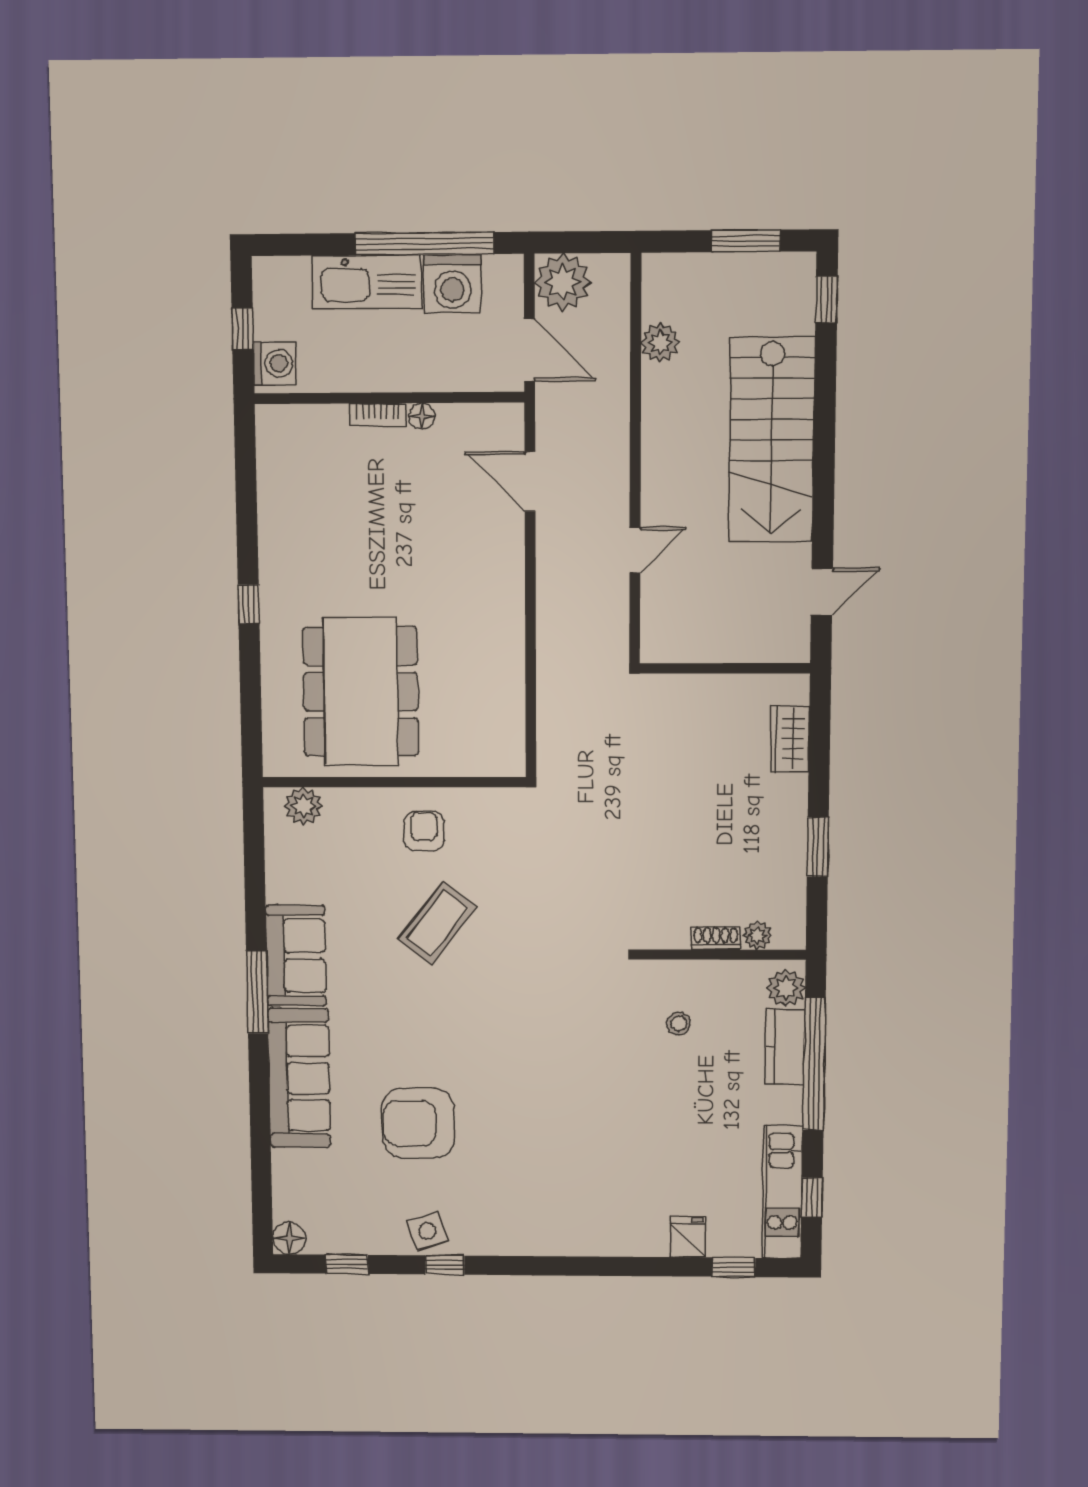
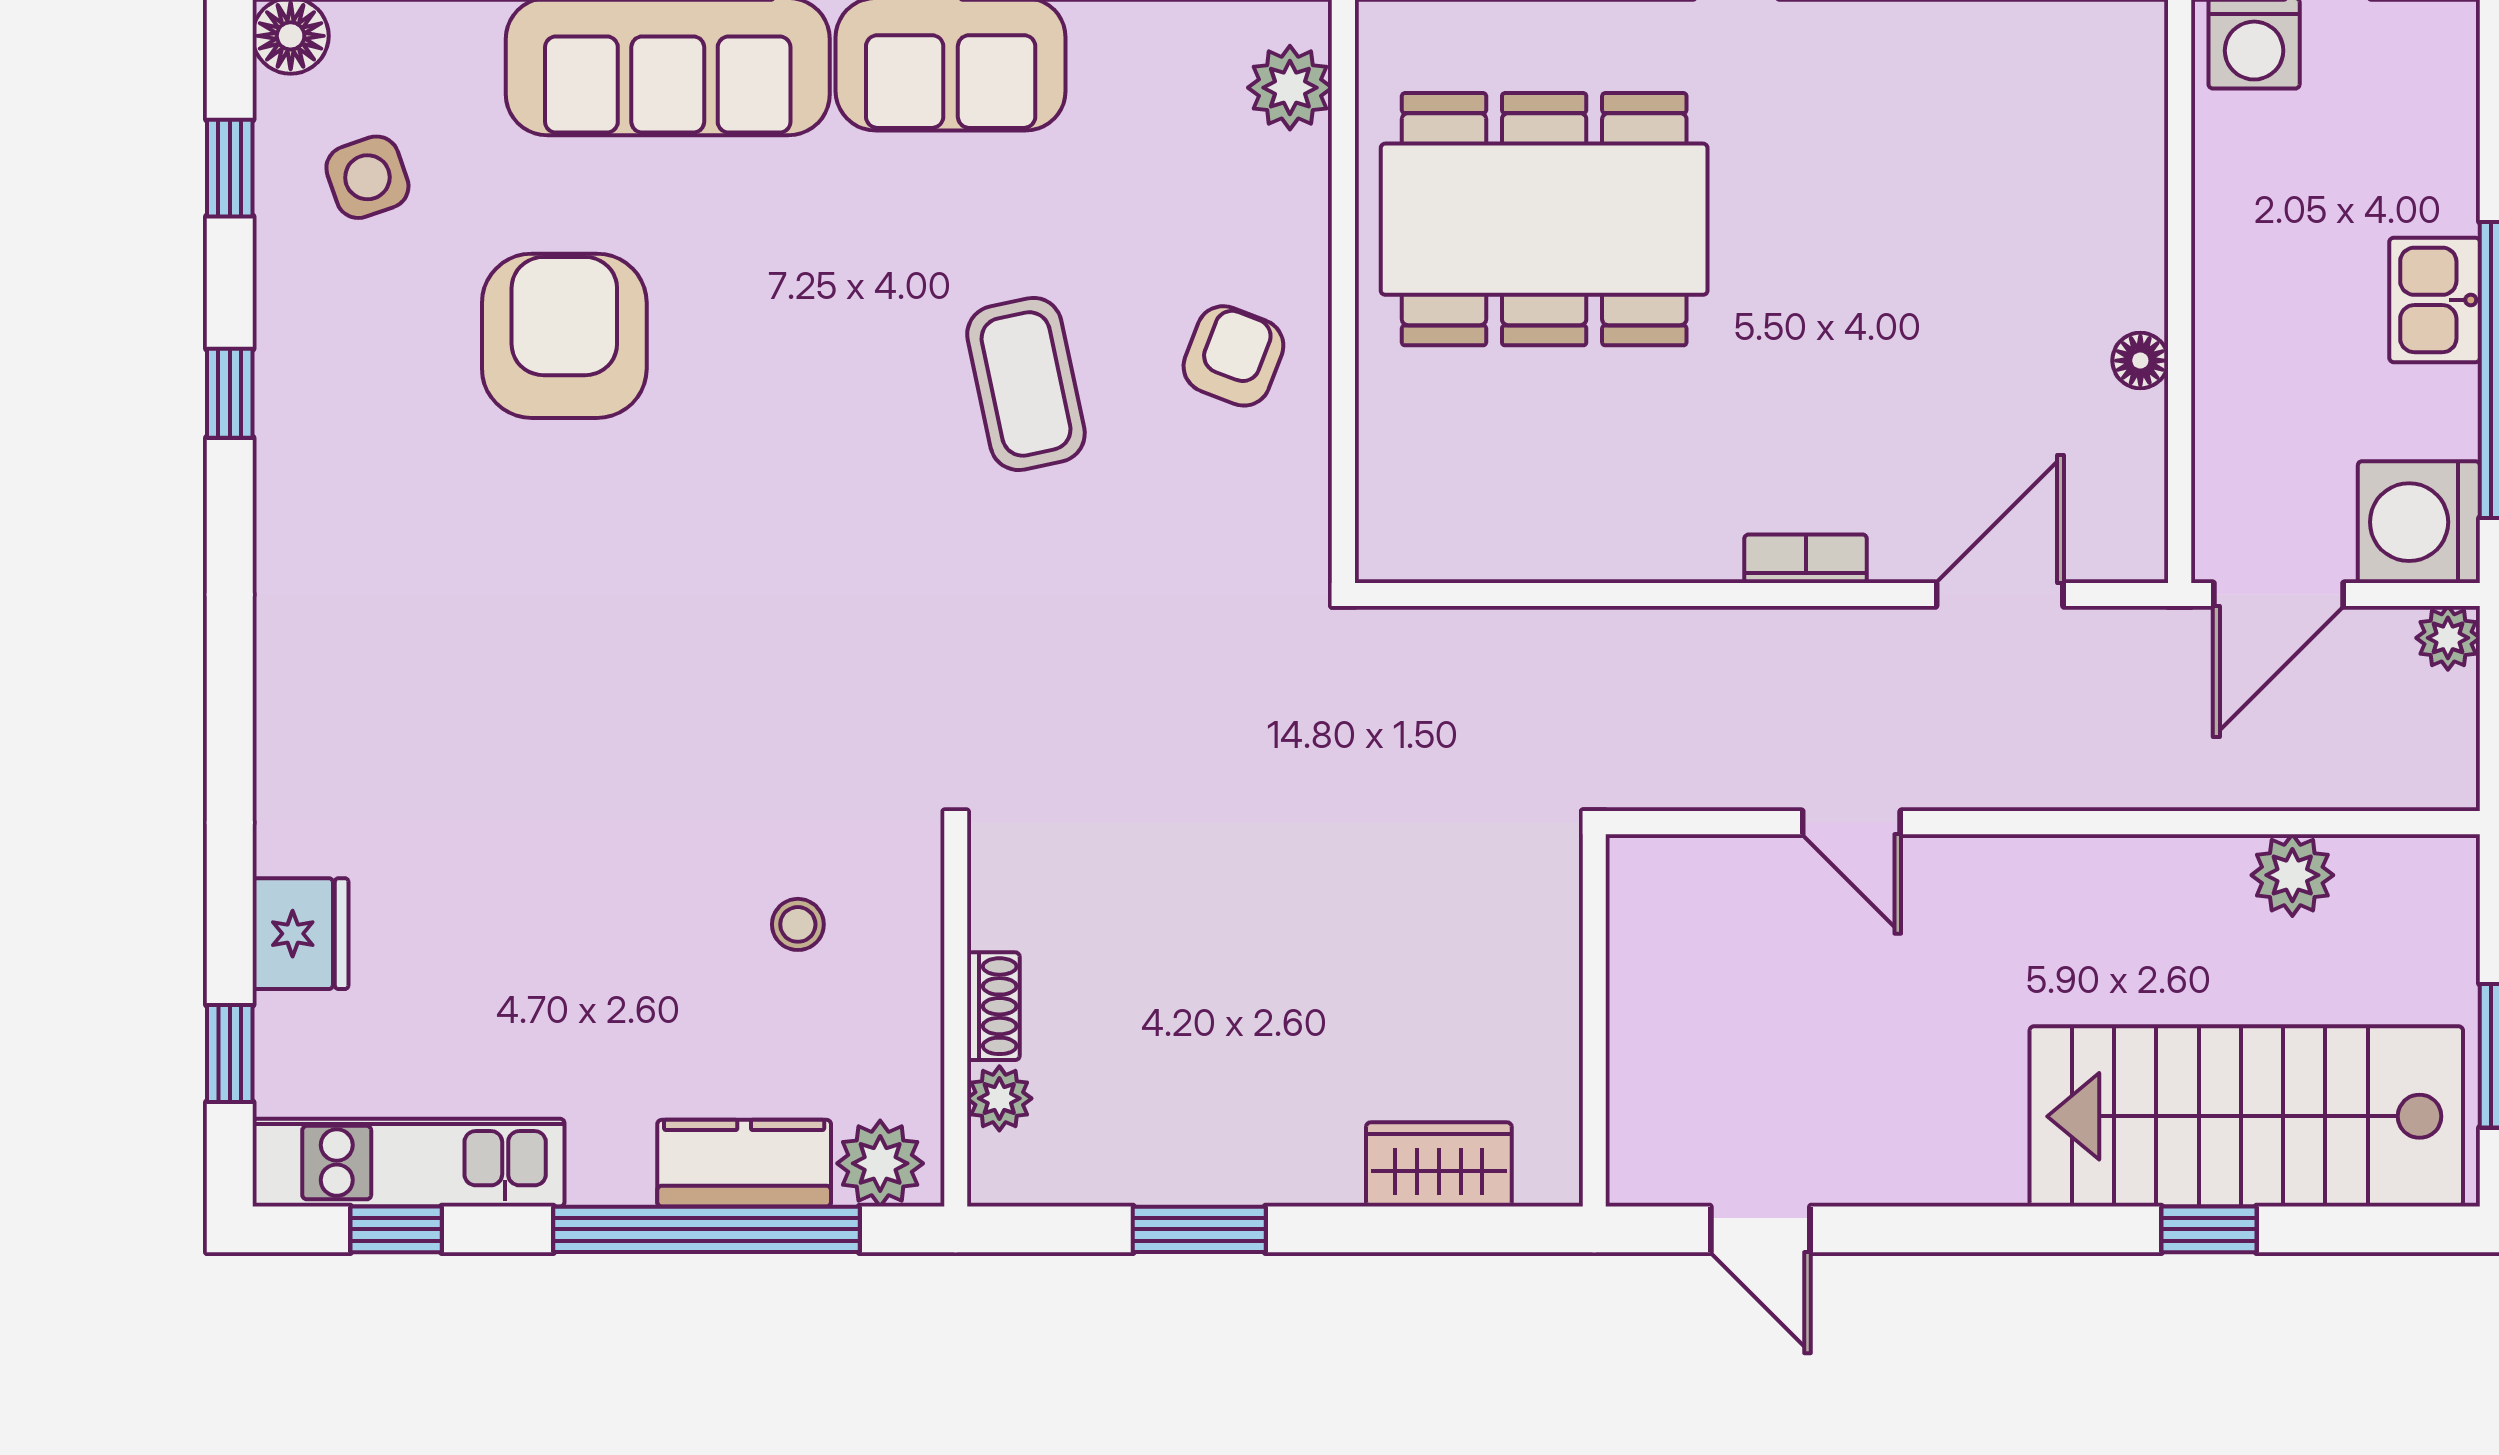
kitchen sink: (367, 282) -> (2435, 300), width x0.53, depth x0.81
plant: (563, 282) -> (2448, 638), width x0.53, depth x0.53
washing machine: (452, 284) -> (2419, 522), moved
window: (827, 300) -> (2209, 1229), moved
bookcase: (378, 415) -> (1806, 559), moved, turned 90
stairs: (772, 440) -> (2246, 1116), moved
armchair: (424, 831) -> (1233, 356), turned -69
coffee table: (437, 923) -> (1026, 384), turned 40
side table: (427, 1231) -> (367, 177), moved
fridge: (688, 1237) -> (300, 934), width x1.38

